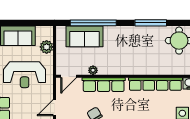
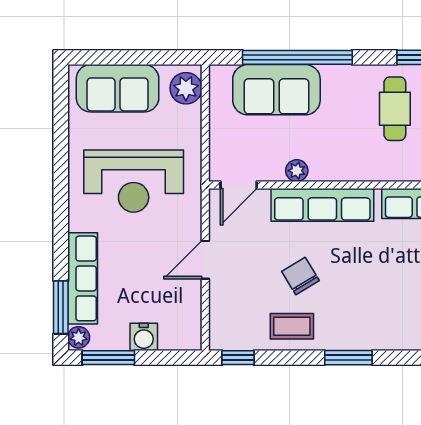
cafe table: (134, 44) -> (395, 109), added
plant: (47, 47) -> (186, 88), moved

